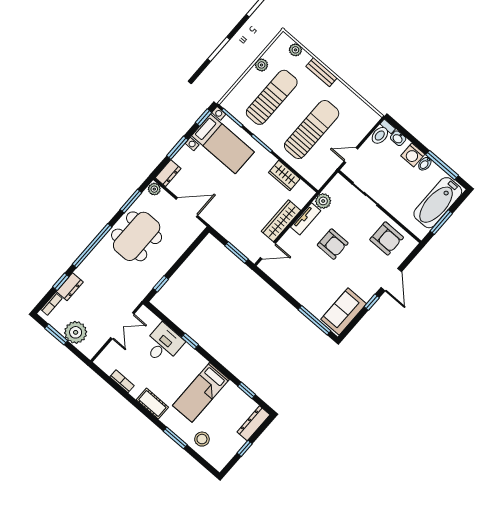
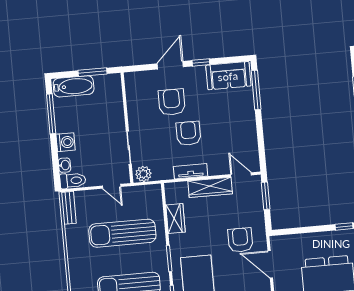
bench: (321, 72) -> (69, 208), moved
bidet: (425, 164) -> (63, 127), removed
plant: (323, 201) -> (143, 174), moved
bathtub: (438, 203) -> (74, 86), width x0.73, depth x0.73
armchair: (224, 204) -> (240, 240), added
armchair: (387, 238) -> (172, 102), moved

